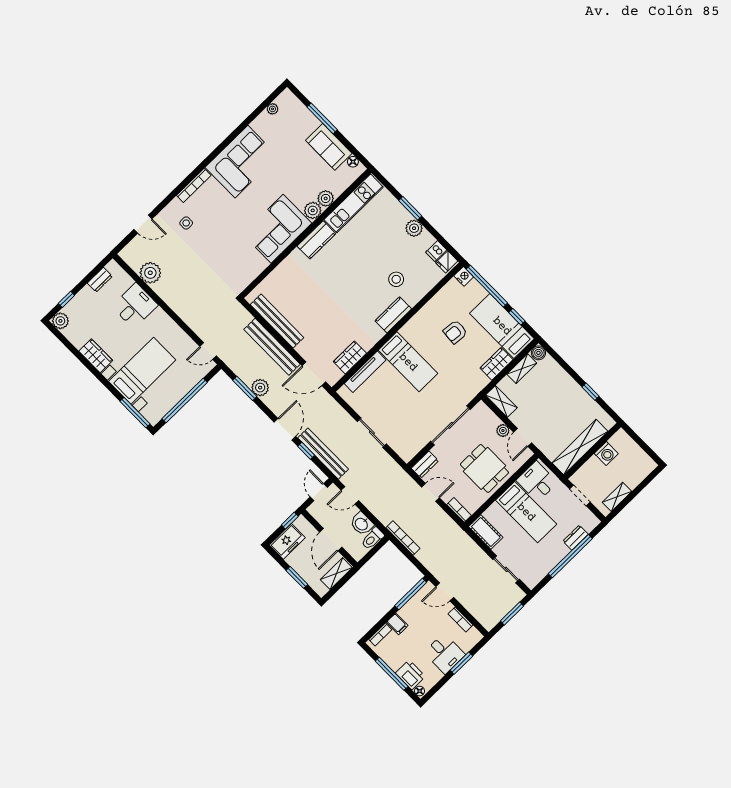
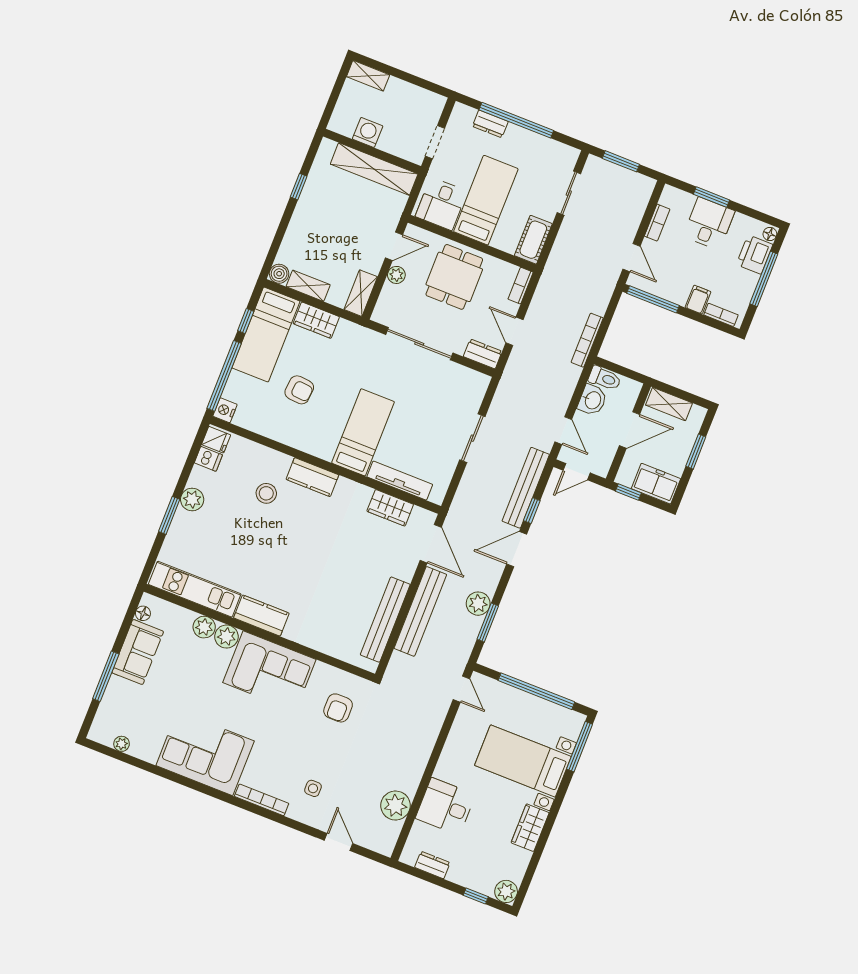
armchair: (232, 264) -> (338, 708), added
shelving: (617, 497) -> (368, 76), moved

